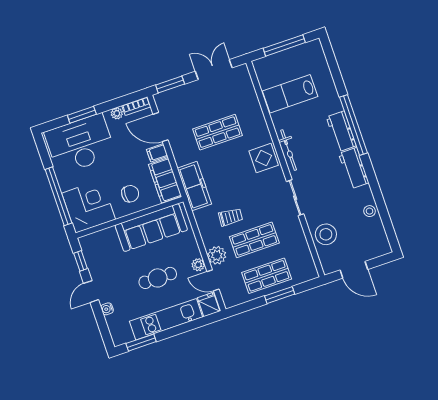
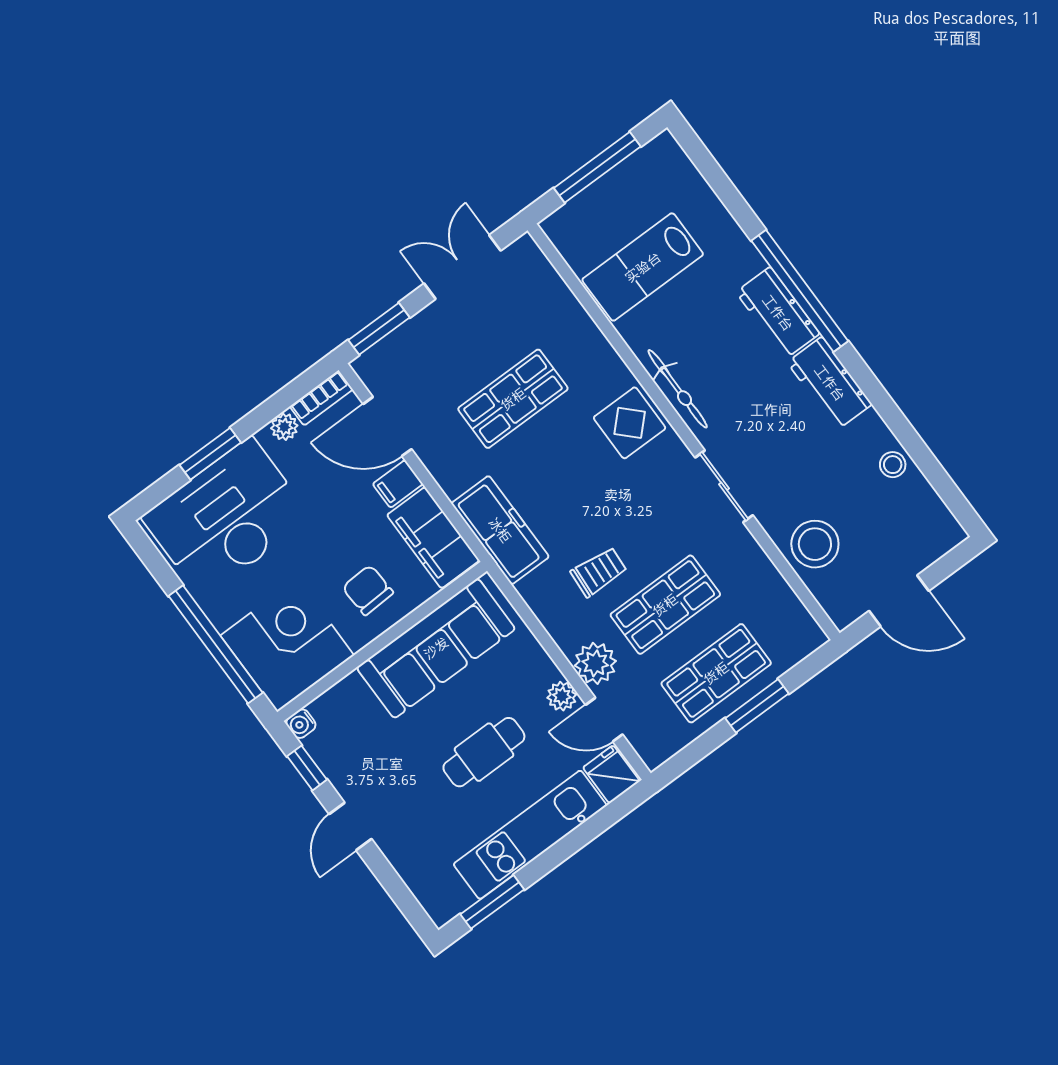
chair: (130, 194) -> (368, 590), turned -93
water cooler: (107, 309) -> (301, 724), moved

